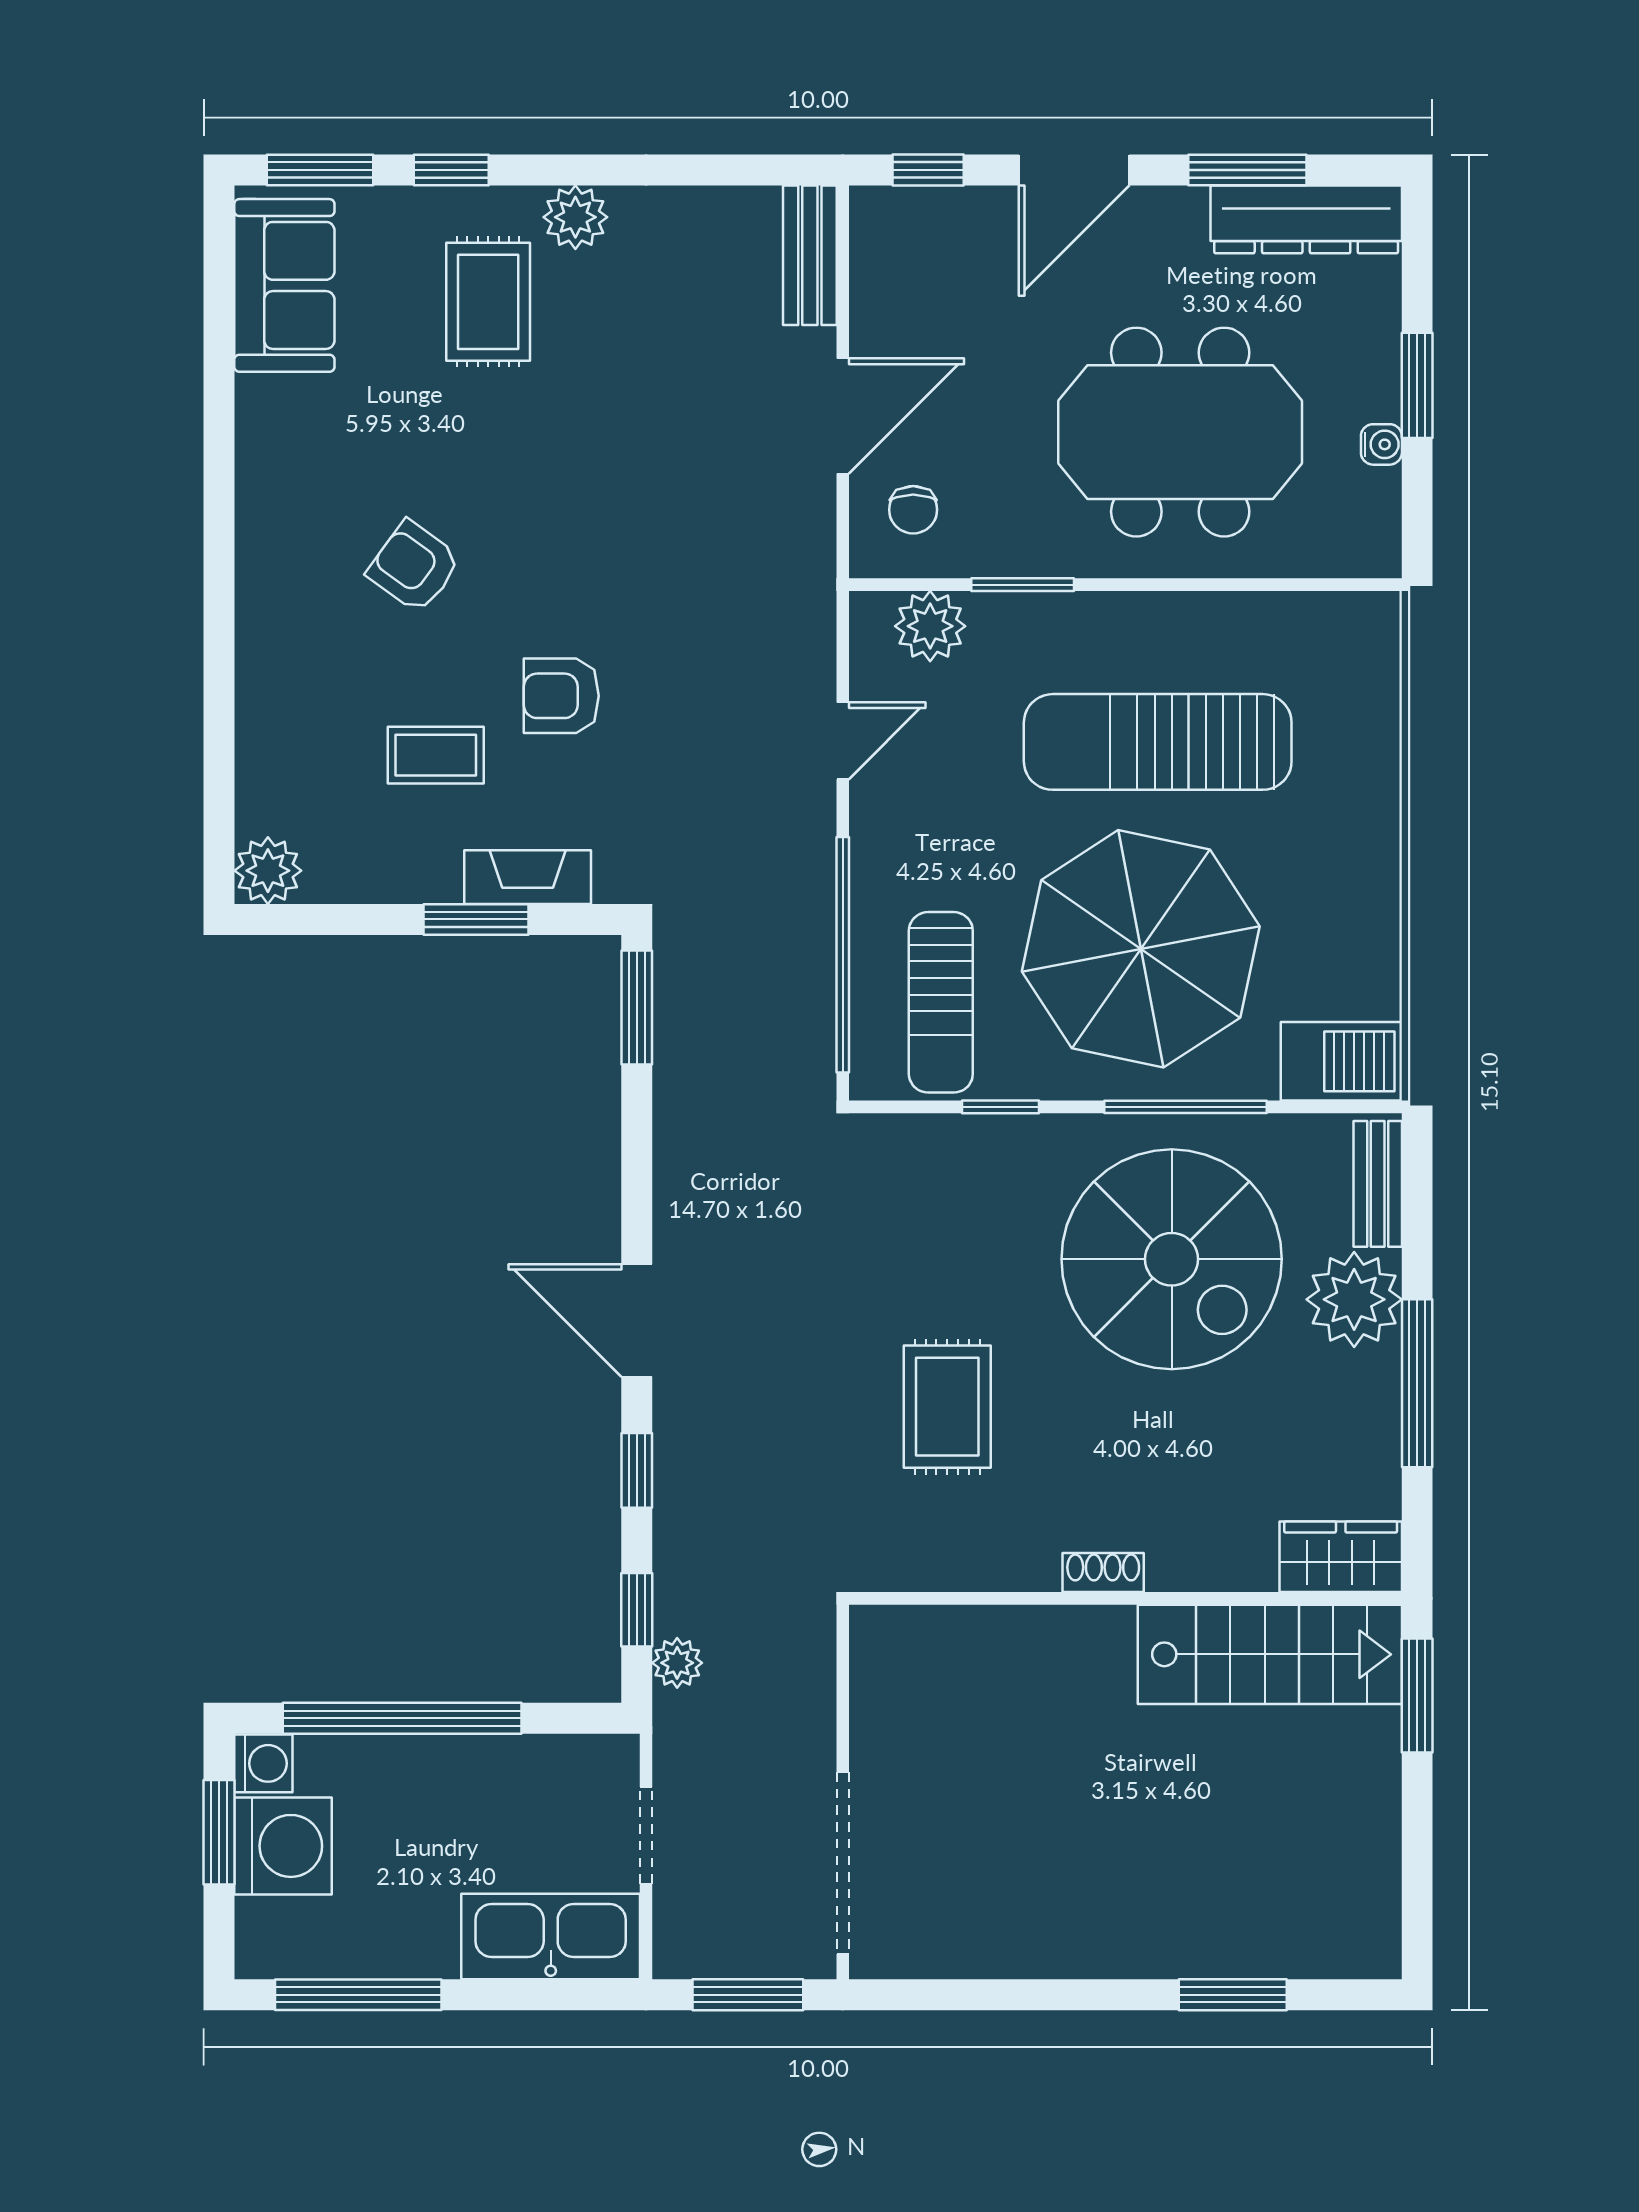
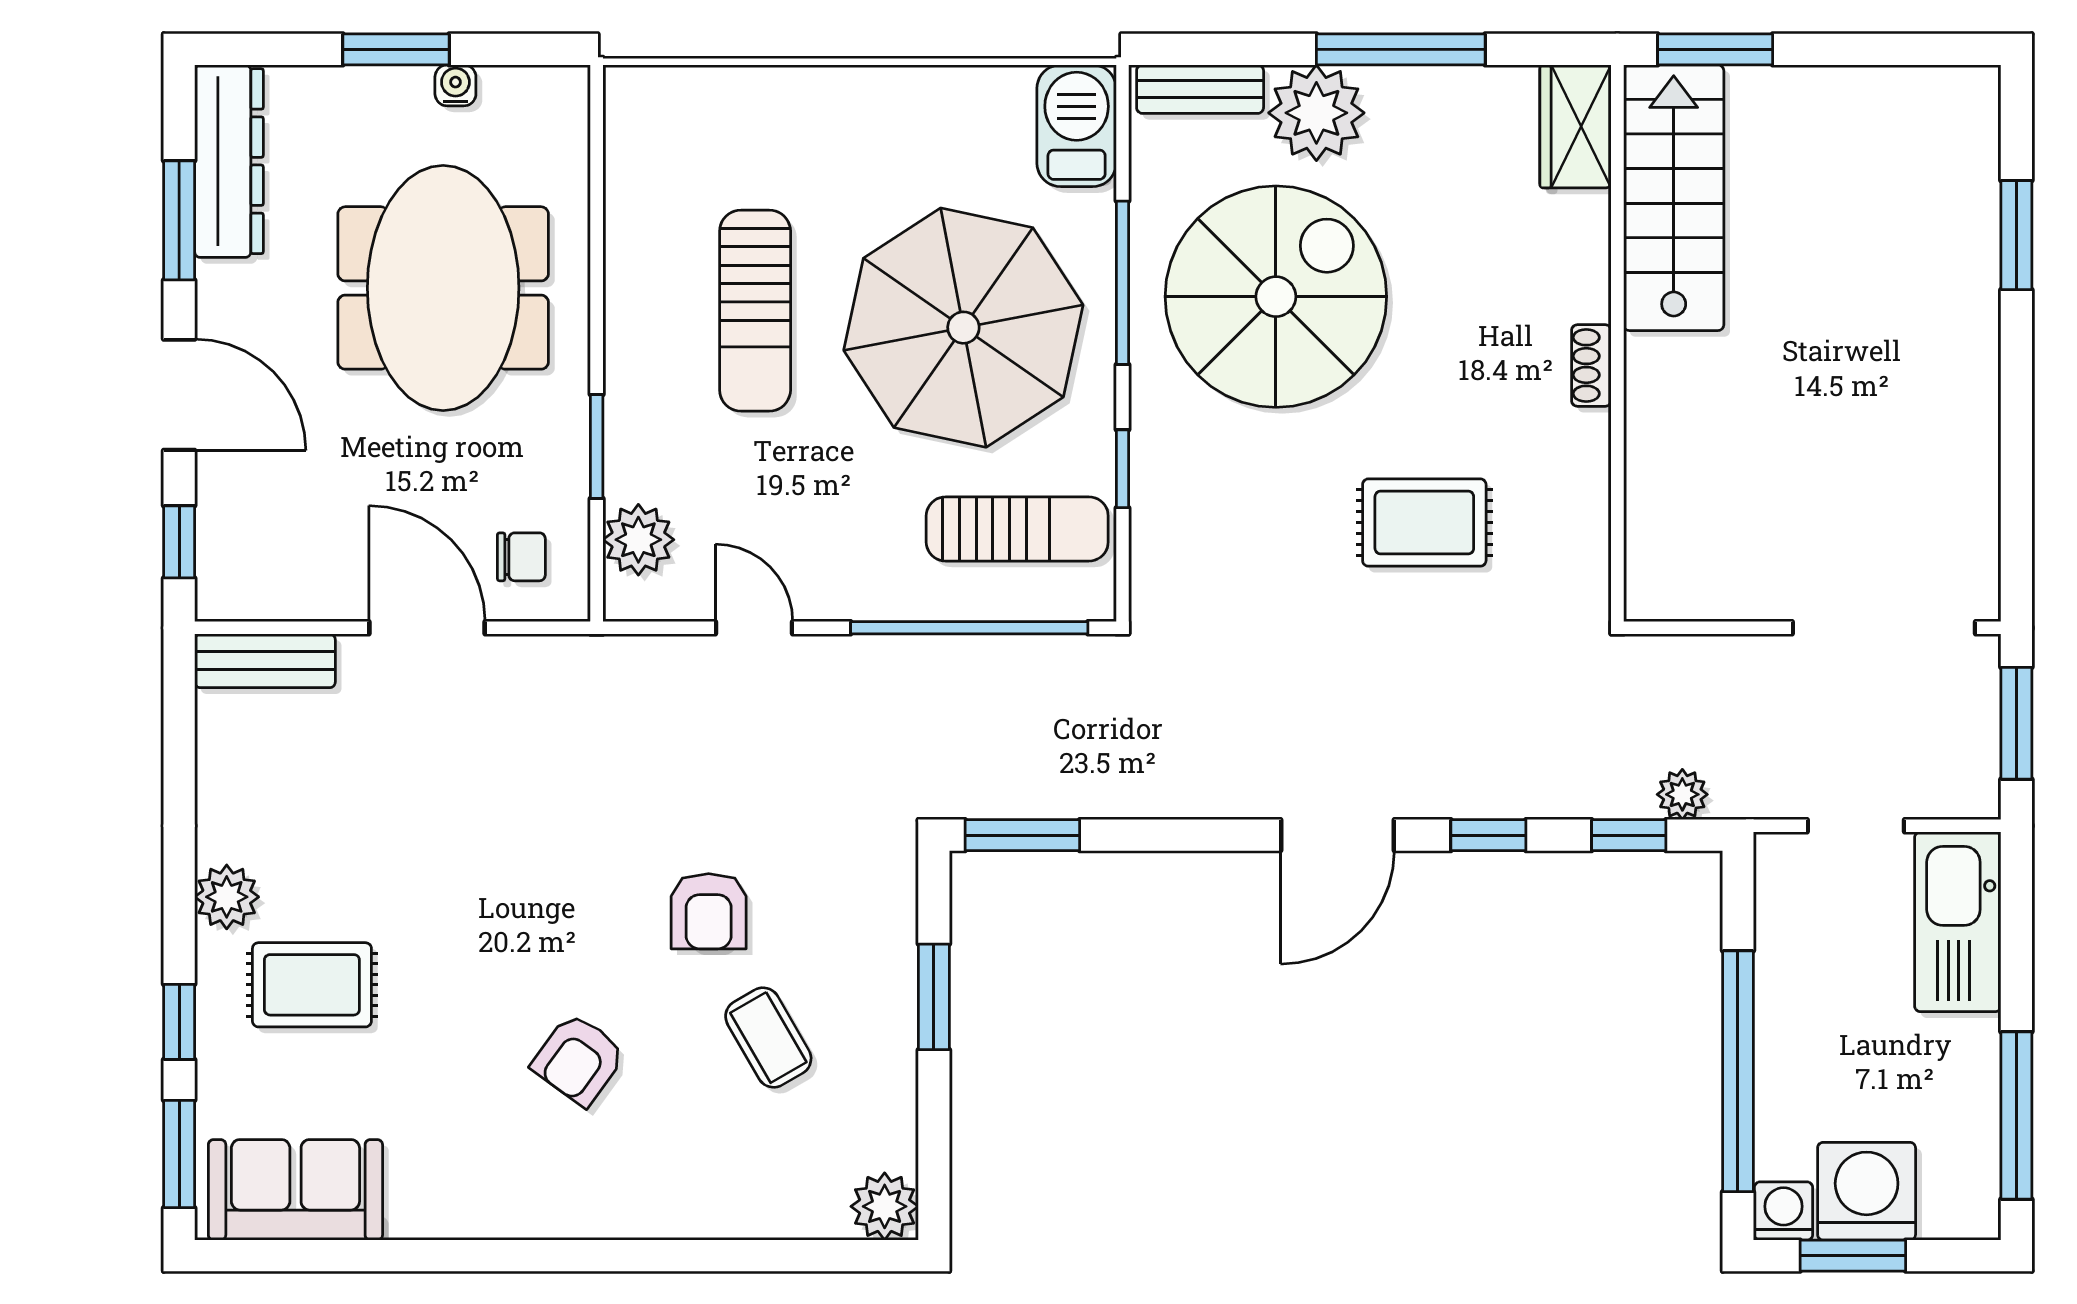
sun lounger: (1158, 742) -> (755, 311), width x0.73, depth x0.75
coffee table: (436, 755) -> (768, 1038), turned -30
fireplace: (528, 877) -> (891, 945), removed

